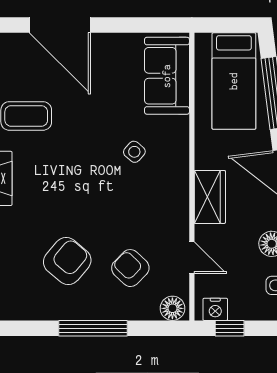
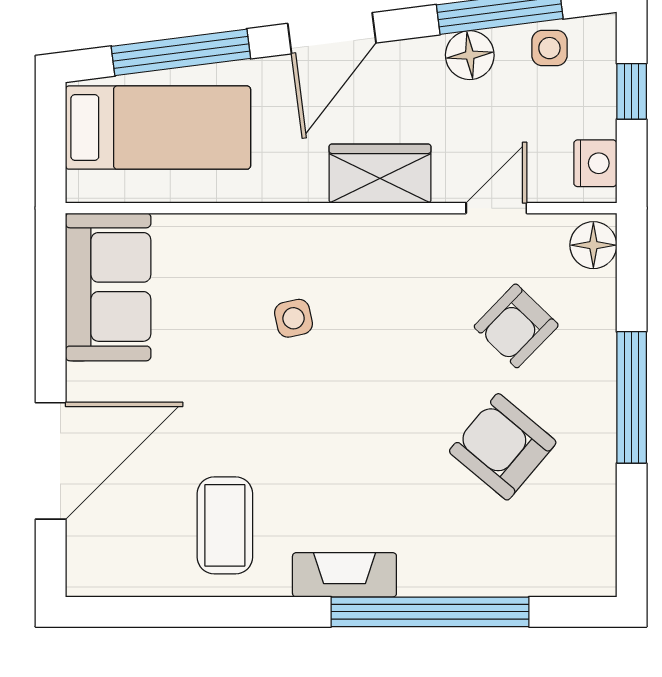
sofa: (167, 76) -> (108, 287), moved, turned -90
side table: (134, 152) -> (294, 318), turned 36
window: (230, 328) -> (632, 91), moved

